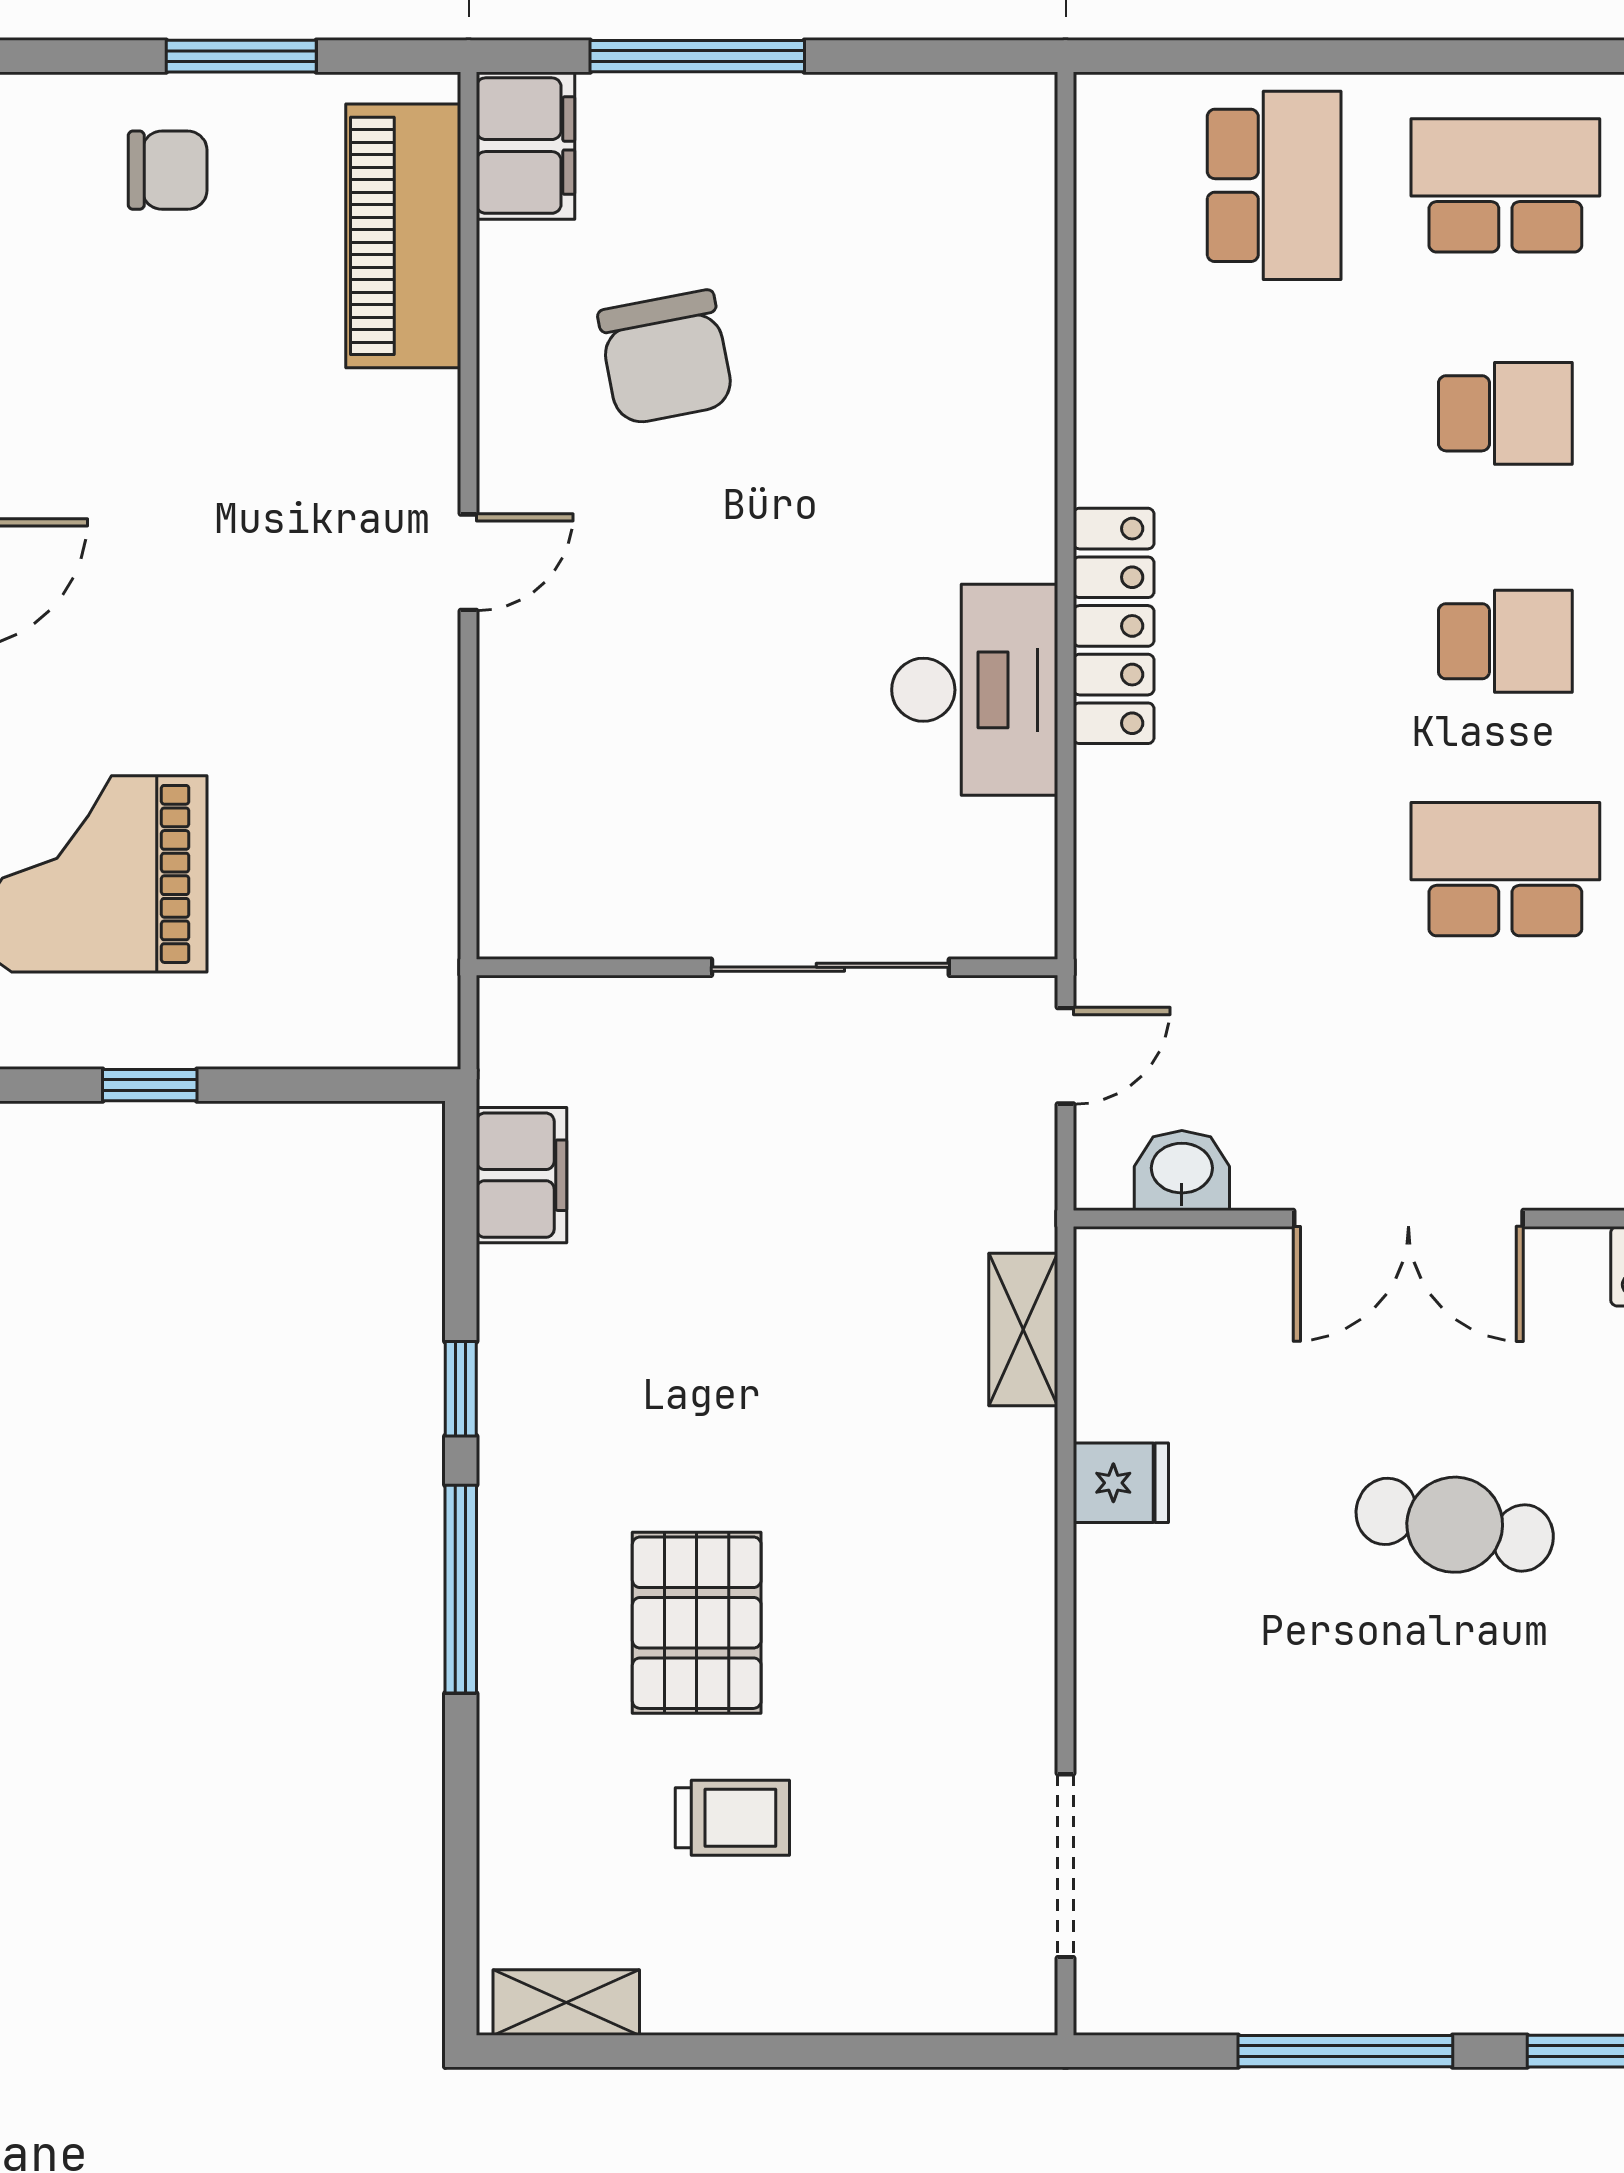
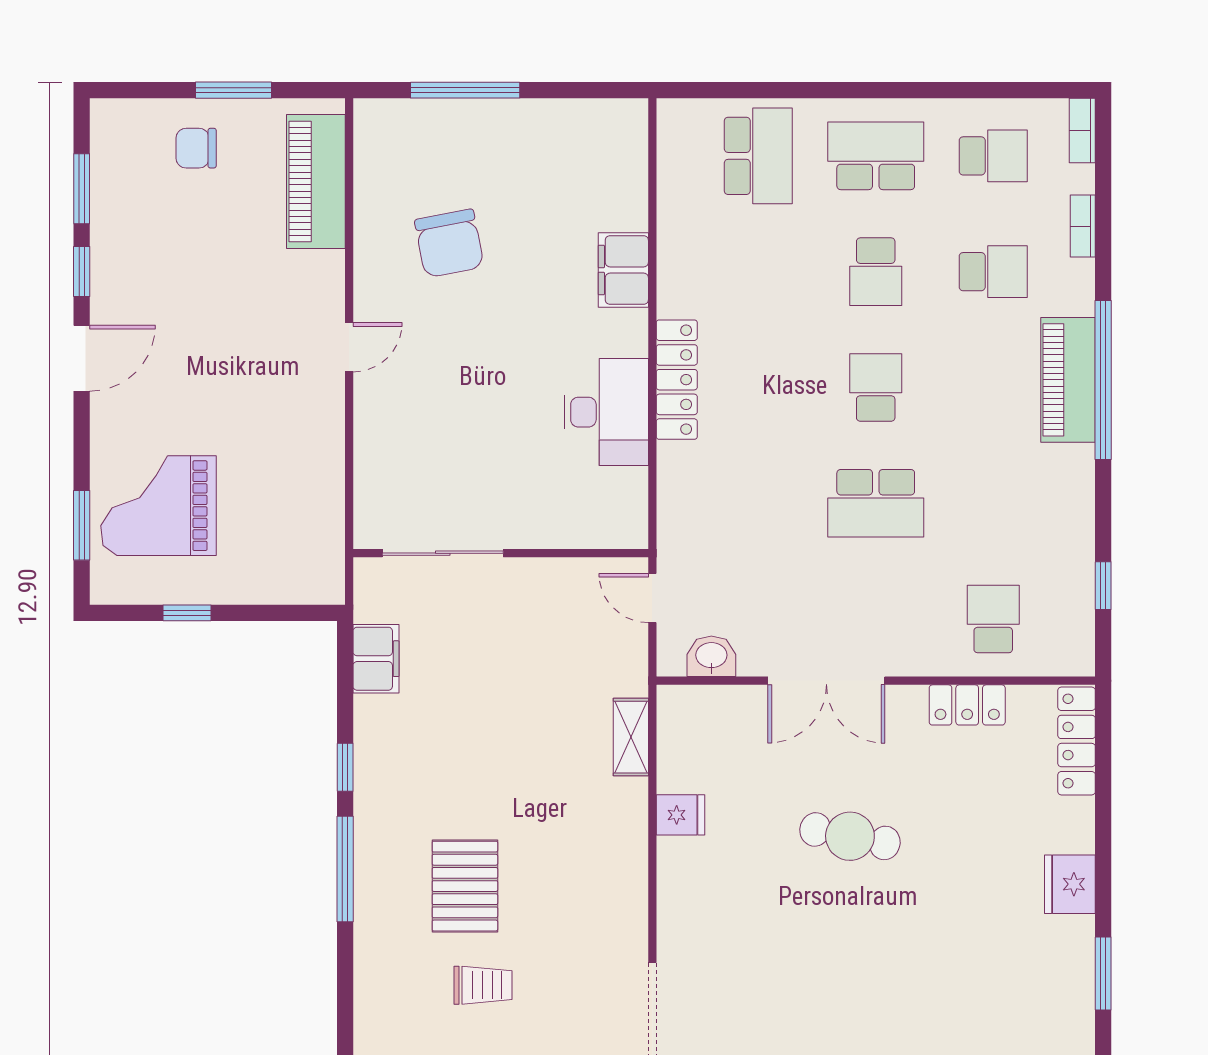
filing cabinet: (526, 146) -> (623, 270), moved, turned 180
chair: (168, 170) -> (196, 148), turned 180
school desk: (1505, 413) -> (876, 272), turned 90
school desk: (1505, 641) -> (876, 387), turned -90
school desk: (1505, 869) -> (876, 503), turned 180
sliding door: (830, 967) -> (443, 553), moved
door: (1066, 1056) -> (652, 598), swing flipped

